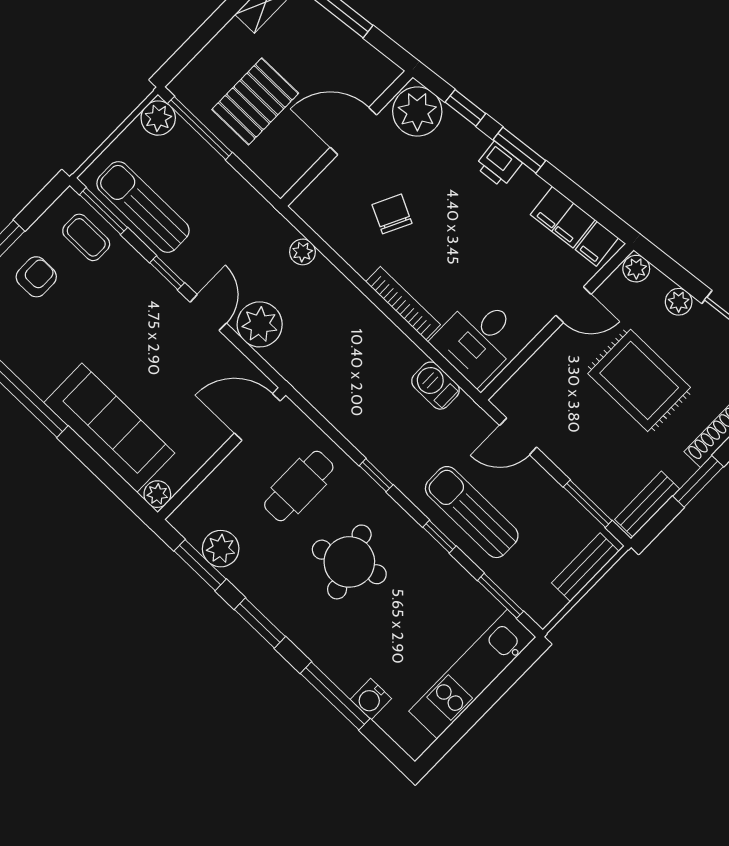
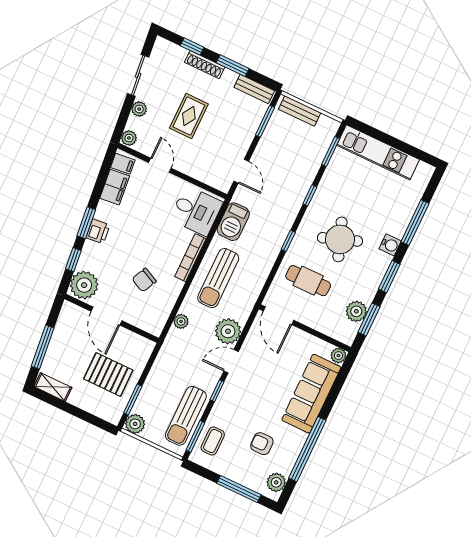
window: (200, 128) -> (133, 399), width x0.69
armchair: (36, 277) -> (262, 444), moved
rug: (639, 380) -> (189, 116), width x0.73, depth x0.70
barbecue: (436, 386) -> (233, 222), width x1.38, depth x1.27
sun lounger: (472, 512) -> (218, 278), moved
water cooler: (371, 699) -> (390, 245), moved

